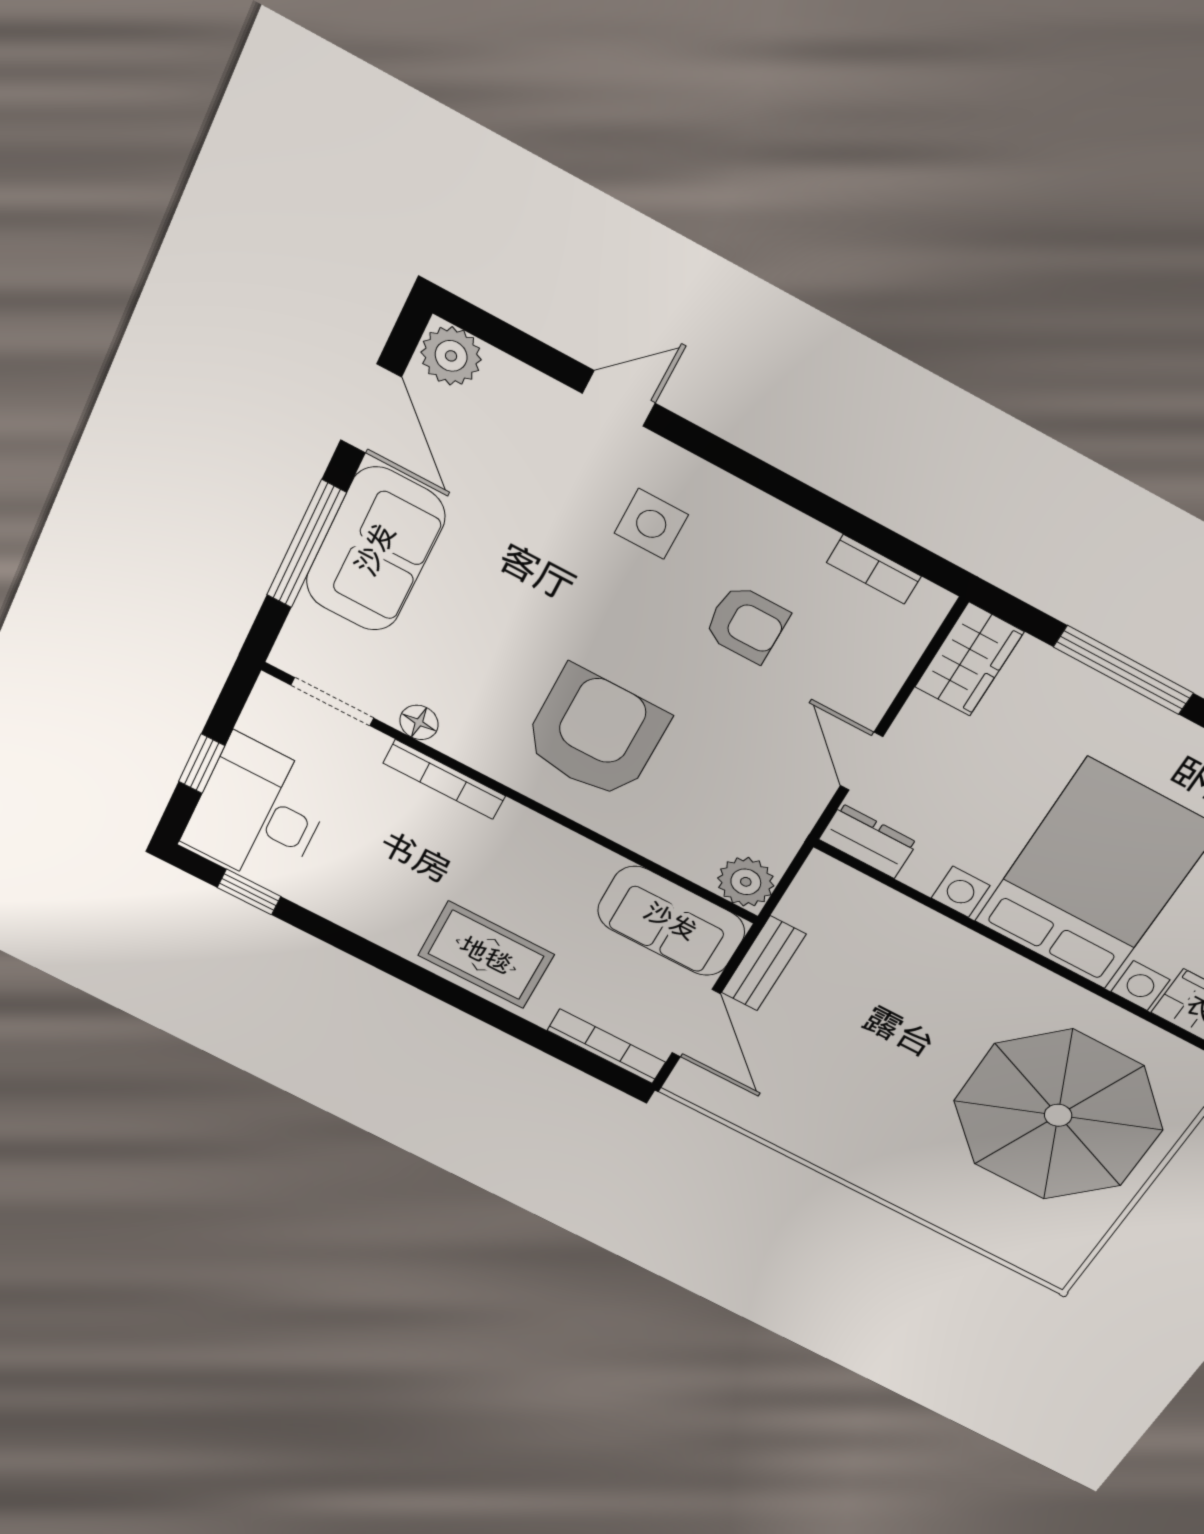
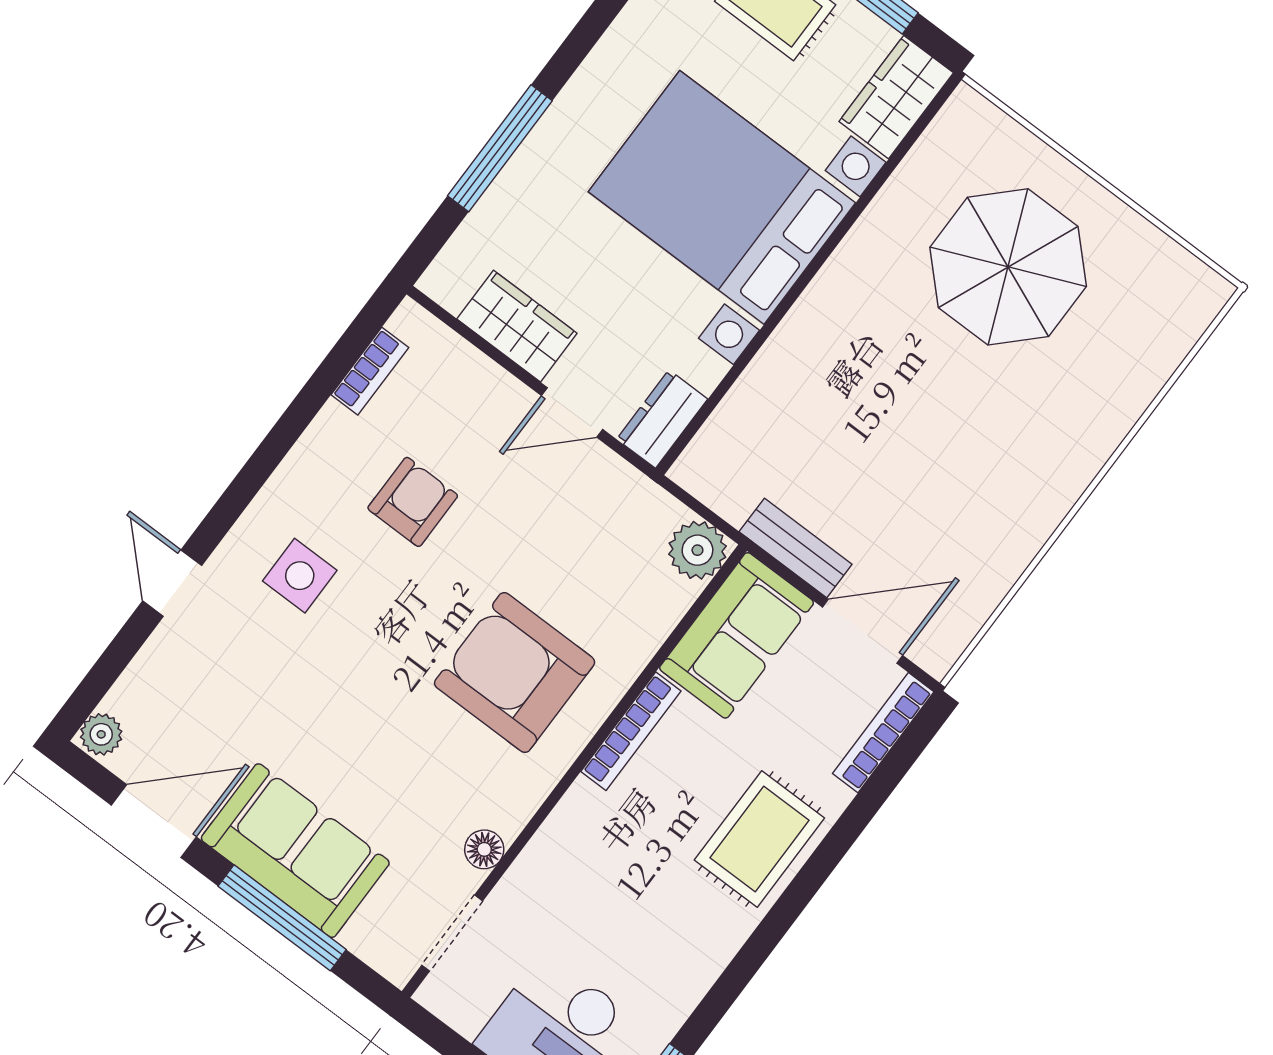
plant: (451, 356) -> (101, 734), width x0.73, depth x0.73
wardrobe: (969, 659) -> (517, 326), moved
bookcase: (444, 780) -> (631, 731), moved
parasol: (1058, 1115) -> (1008, 267), width x0.73, depth x0.73

